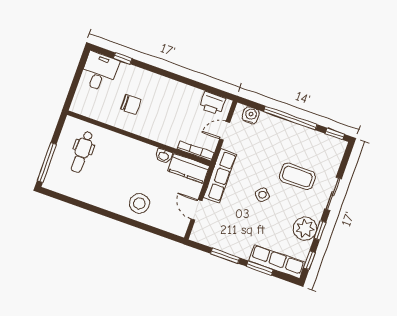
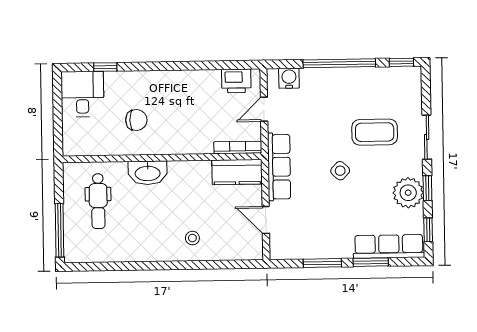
washbasin: (164, 156) -> (148, 173), moved, width x1.91, depth x1.45
stool: (139, 203) -> (192, 238), width x0.53, depth x0.53

